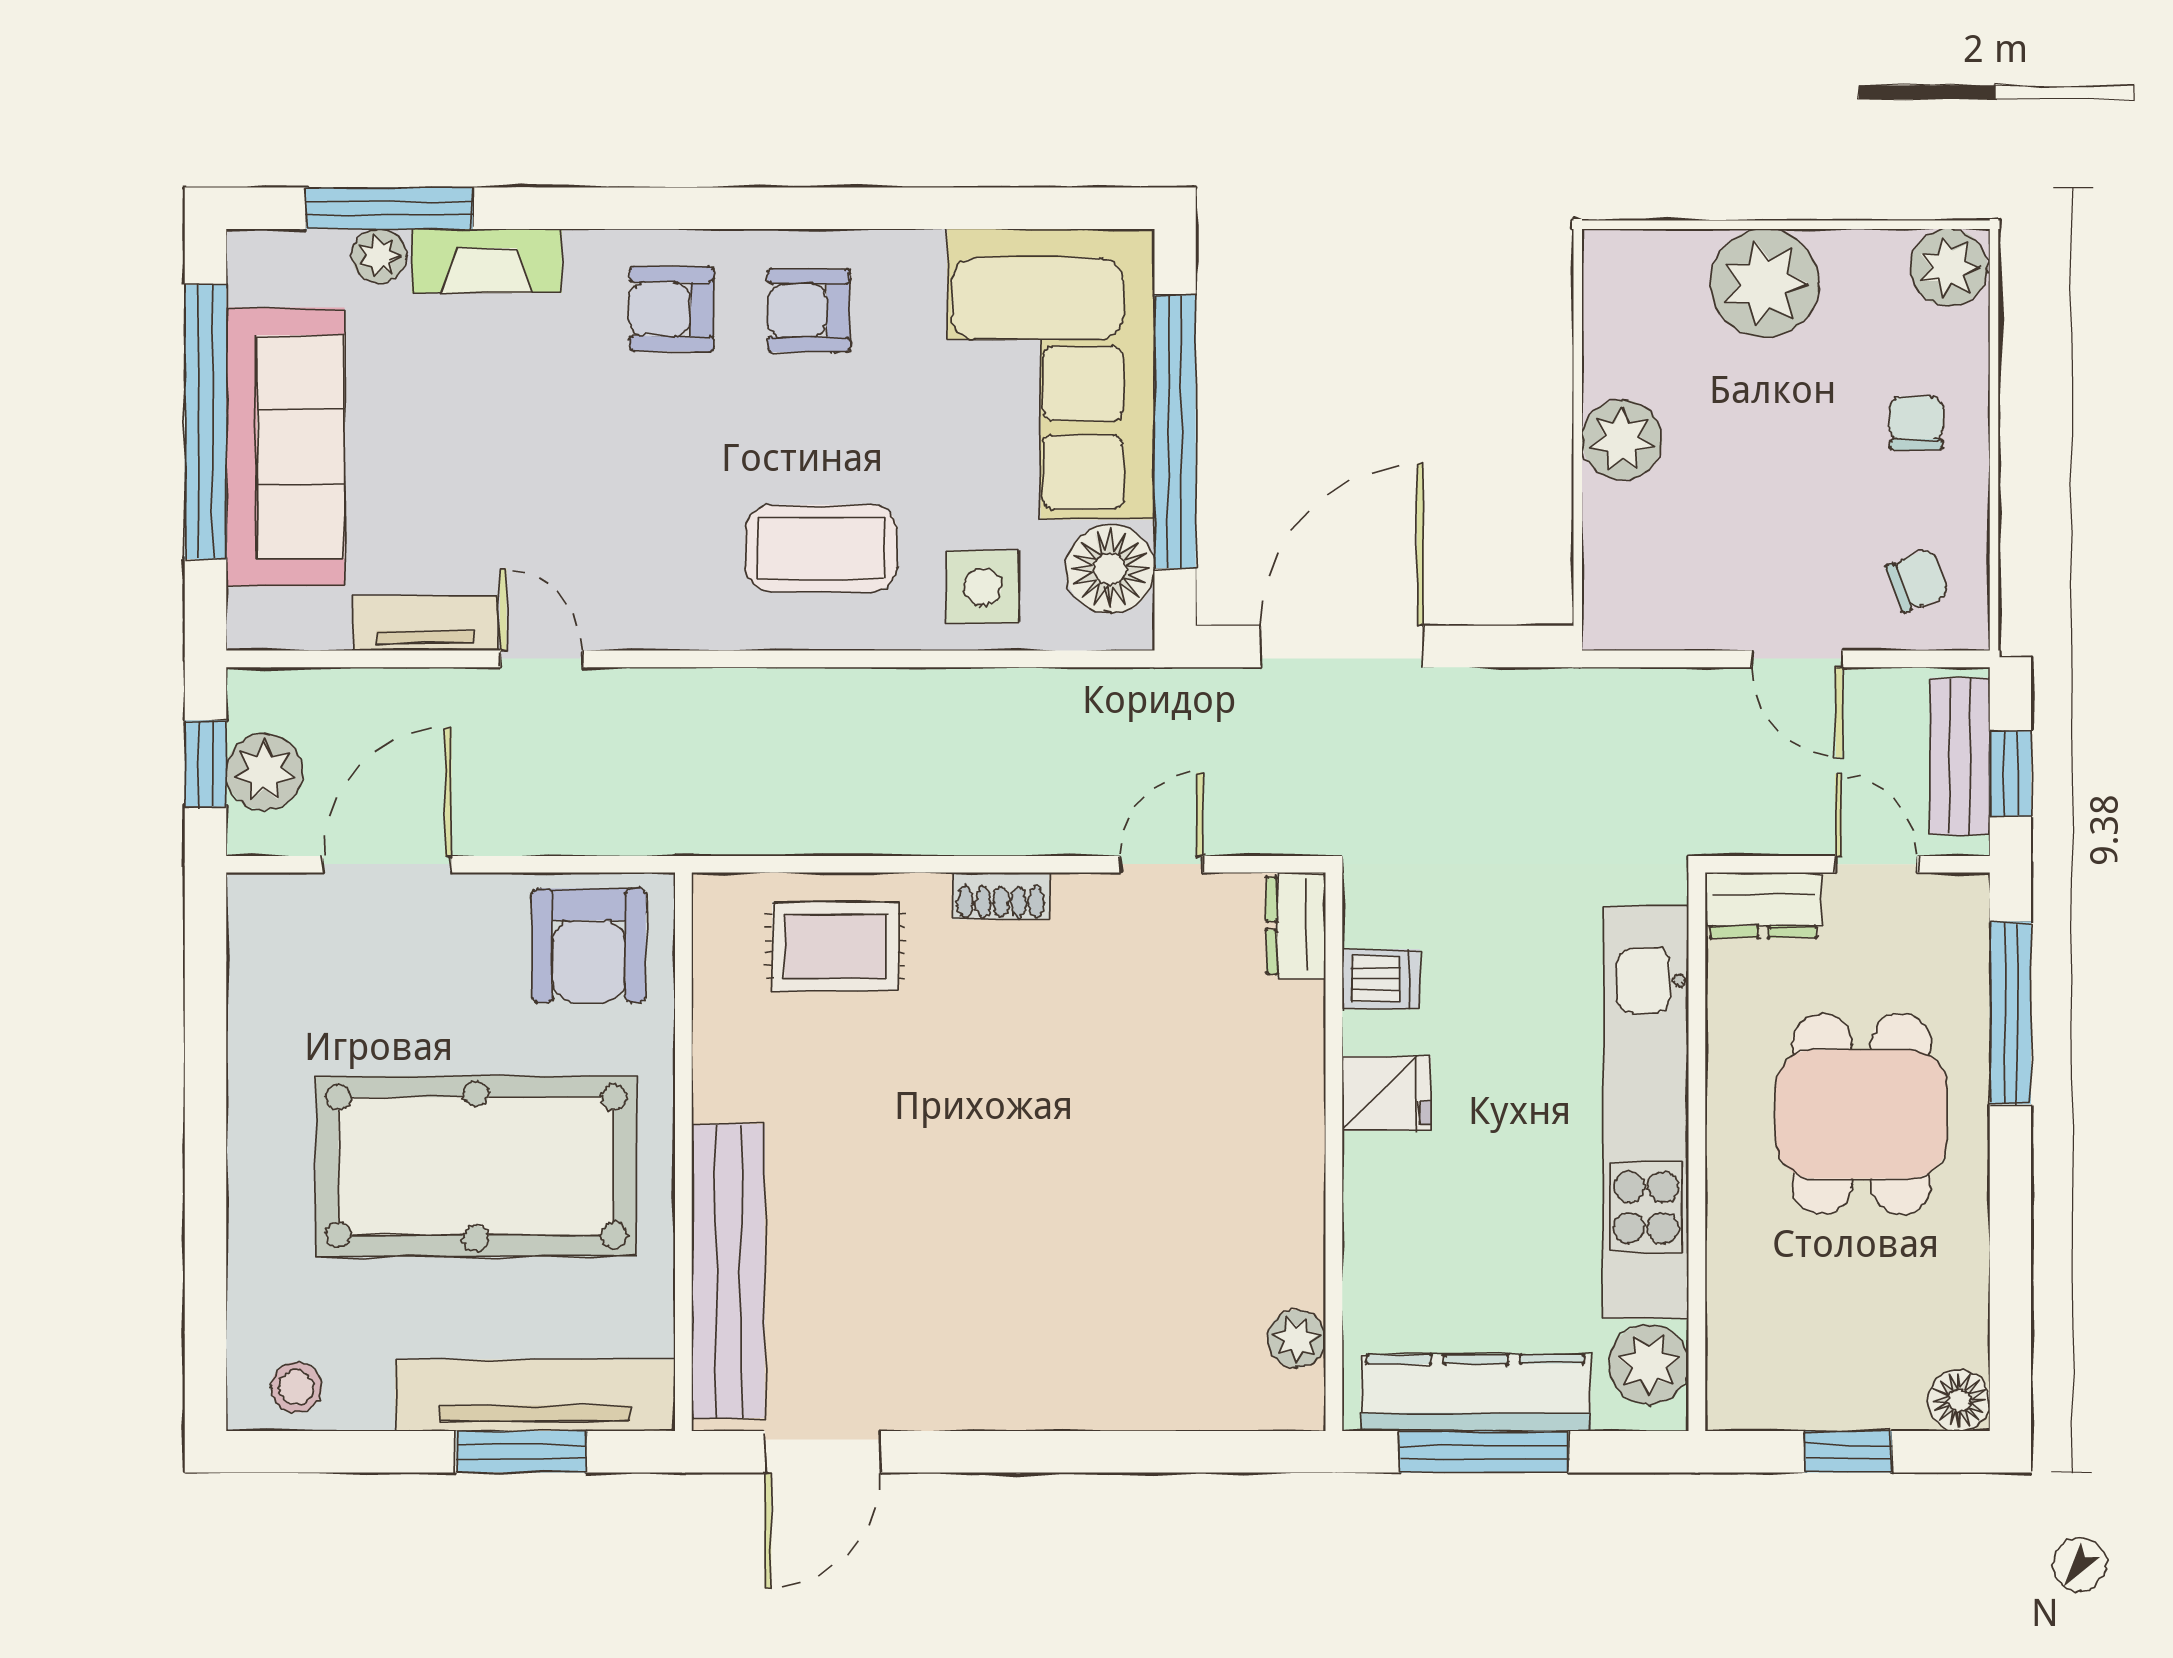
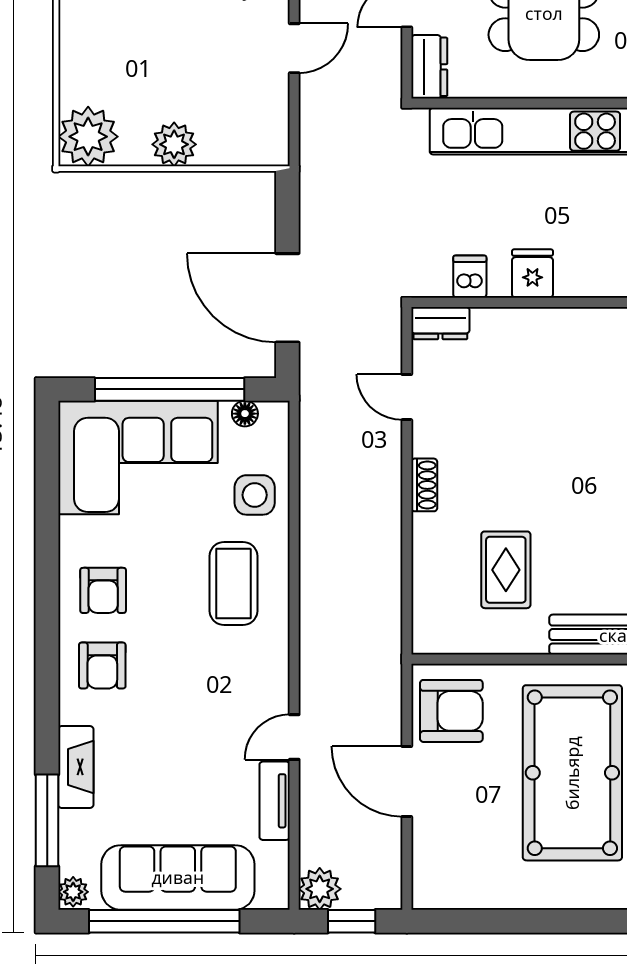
plant: (379, 256) -> (73, 892), moved
plant: (1765, 283) -> (88, 137), moved
floor lamp: (1110, 569) -> (245, 414), width x0.53, depth x0.53
plant: (264, 772) -> (320, 889), moved
door: (387, 864) -> (407, 781), moved
rug: (835, 946) -> (506, 570), moved

